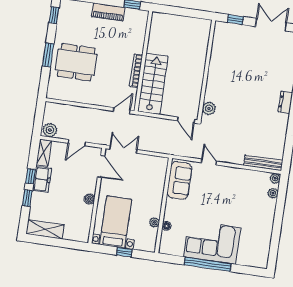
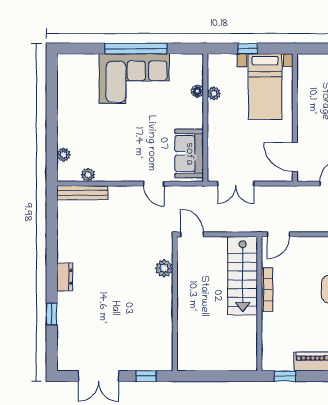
plant: (209, 108) -> (164, 268), moved
double door: (123, 149) -> (236, 184), moved
plant: (275, 178) -> (88, 175), moved
boiler: (89, 199) -> (304, 112), removed

